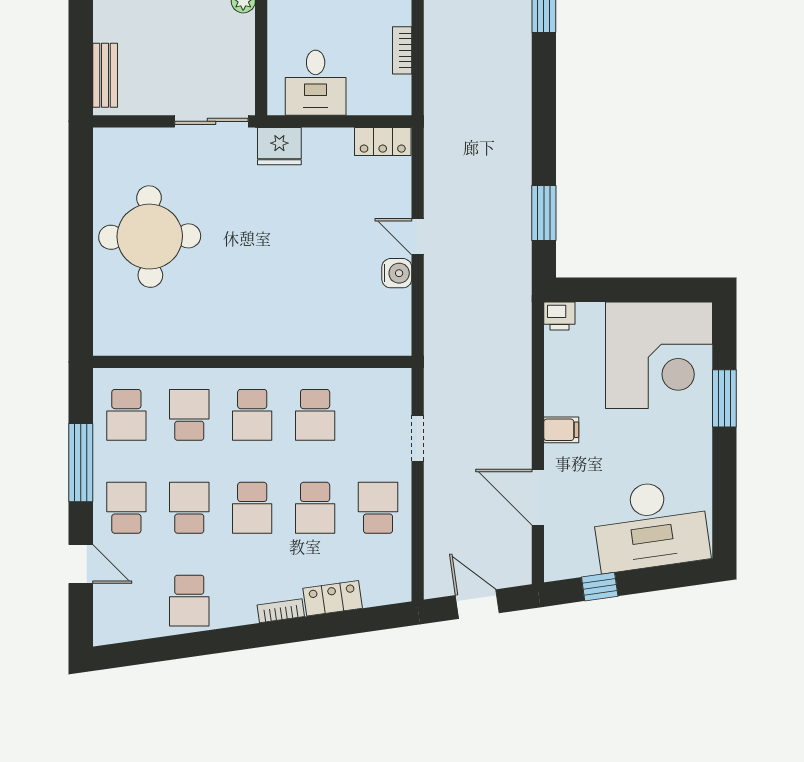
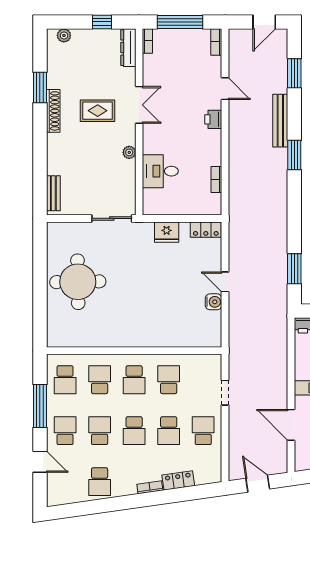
desk: (316, 83) -> (160, 171), moved, turned 90
fridge: (279, 146) -> (167, 232), moved
school desk: (315, 415) -> (169, 380), turned 180

